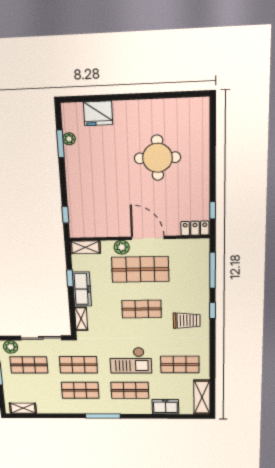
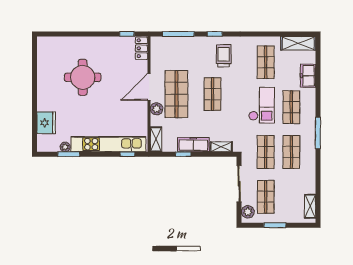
kitchen unit: (76, 192) -> (108, 144), added

